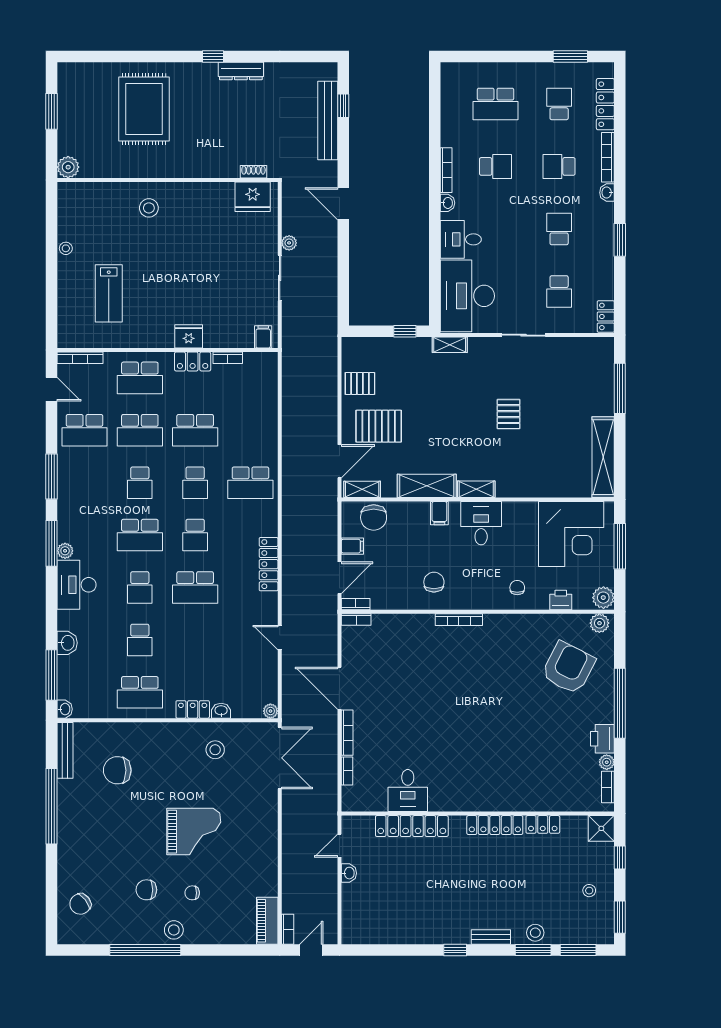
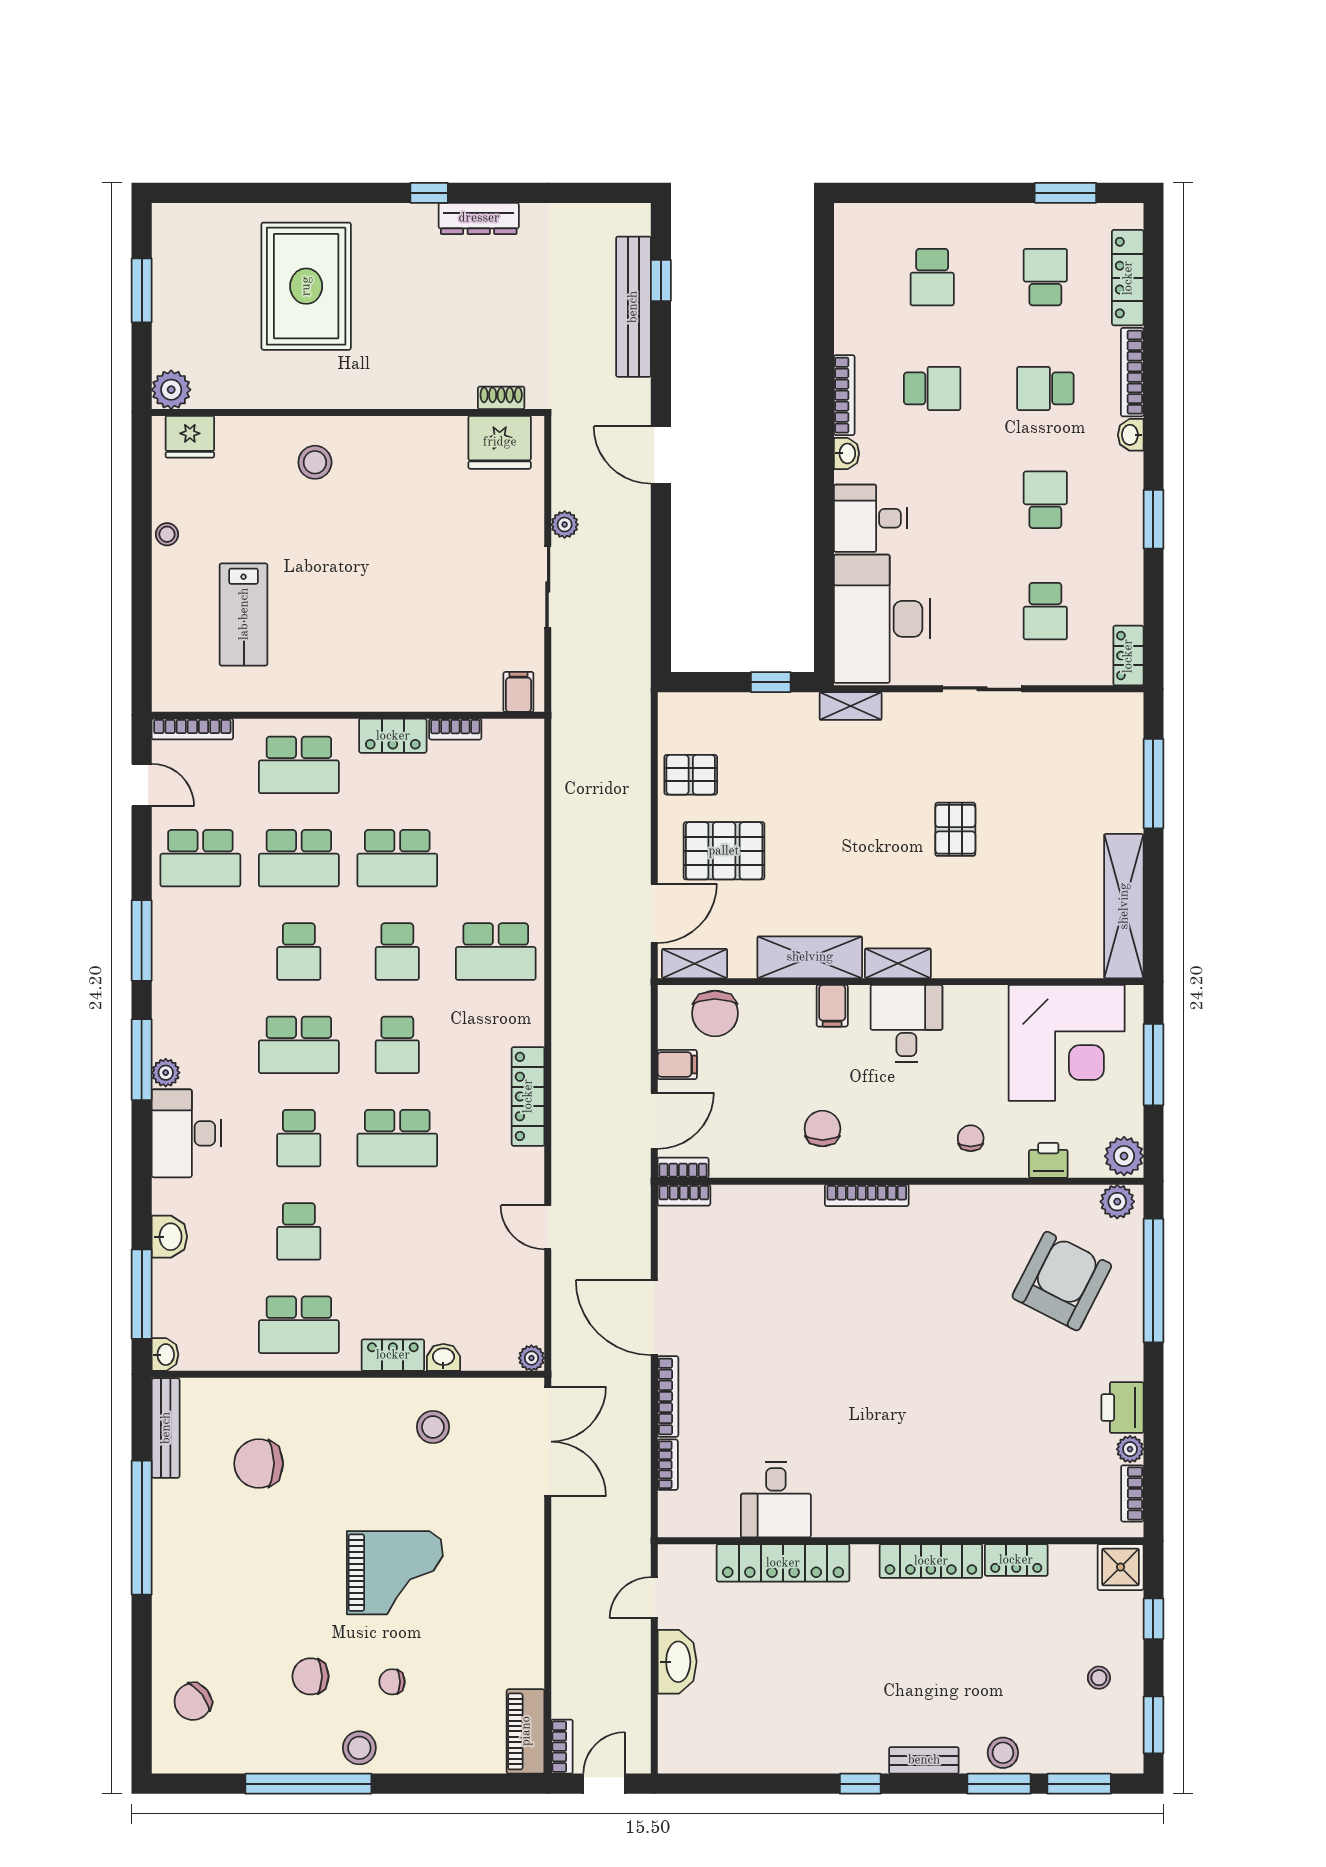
school desk: (496, 104) -> (932, 277), width x0.54
fridge: (189, 336) -> (190, 437), moved, turned 180
window: (620, 703) -> (1153, 1281), moved
washbasin: (349, 873) -> (677, 1662), width x1.91, depth x1.45

